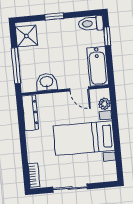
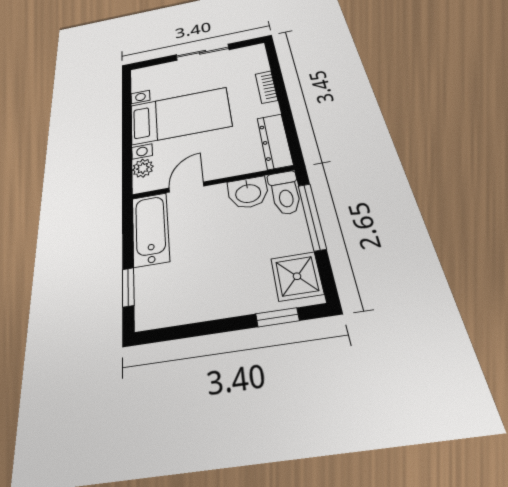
window: (54, 17) -> (277, 317), moved
toilet: (91, 23) -> (285, 193), moved, turned 90
door: (79, 89) -> (186, 187), hinge flipped
bookcase: (34, 175) -> (266, 87), moved

